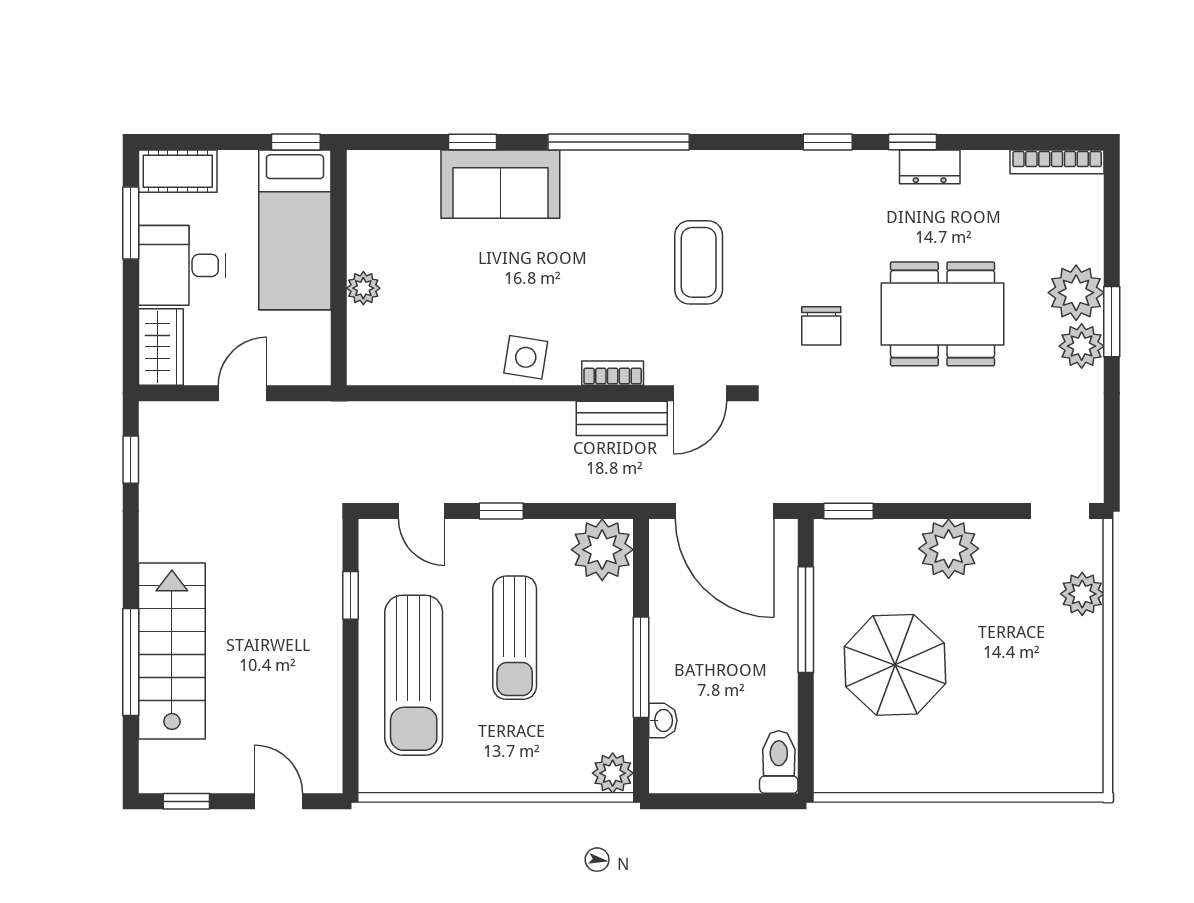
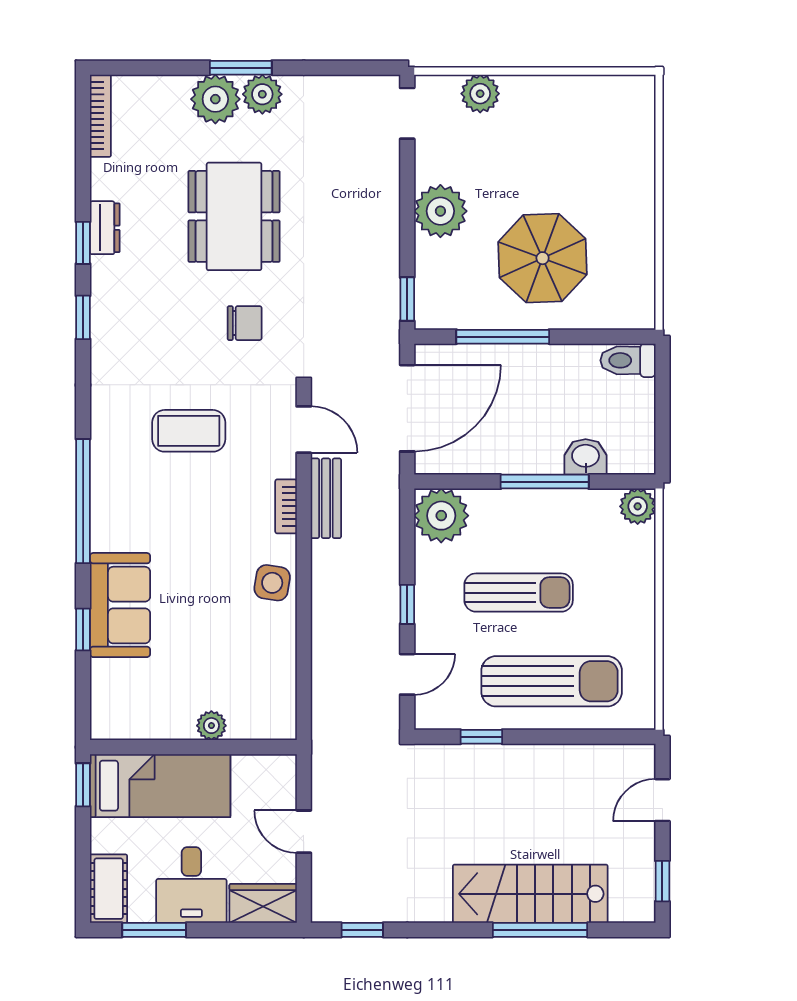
washbasin: (663, 720) -> (586, 457), width x1.38, depth x1.45

